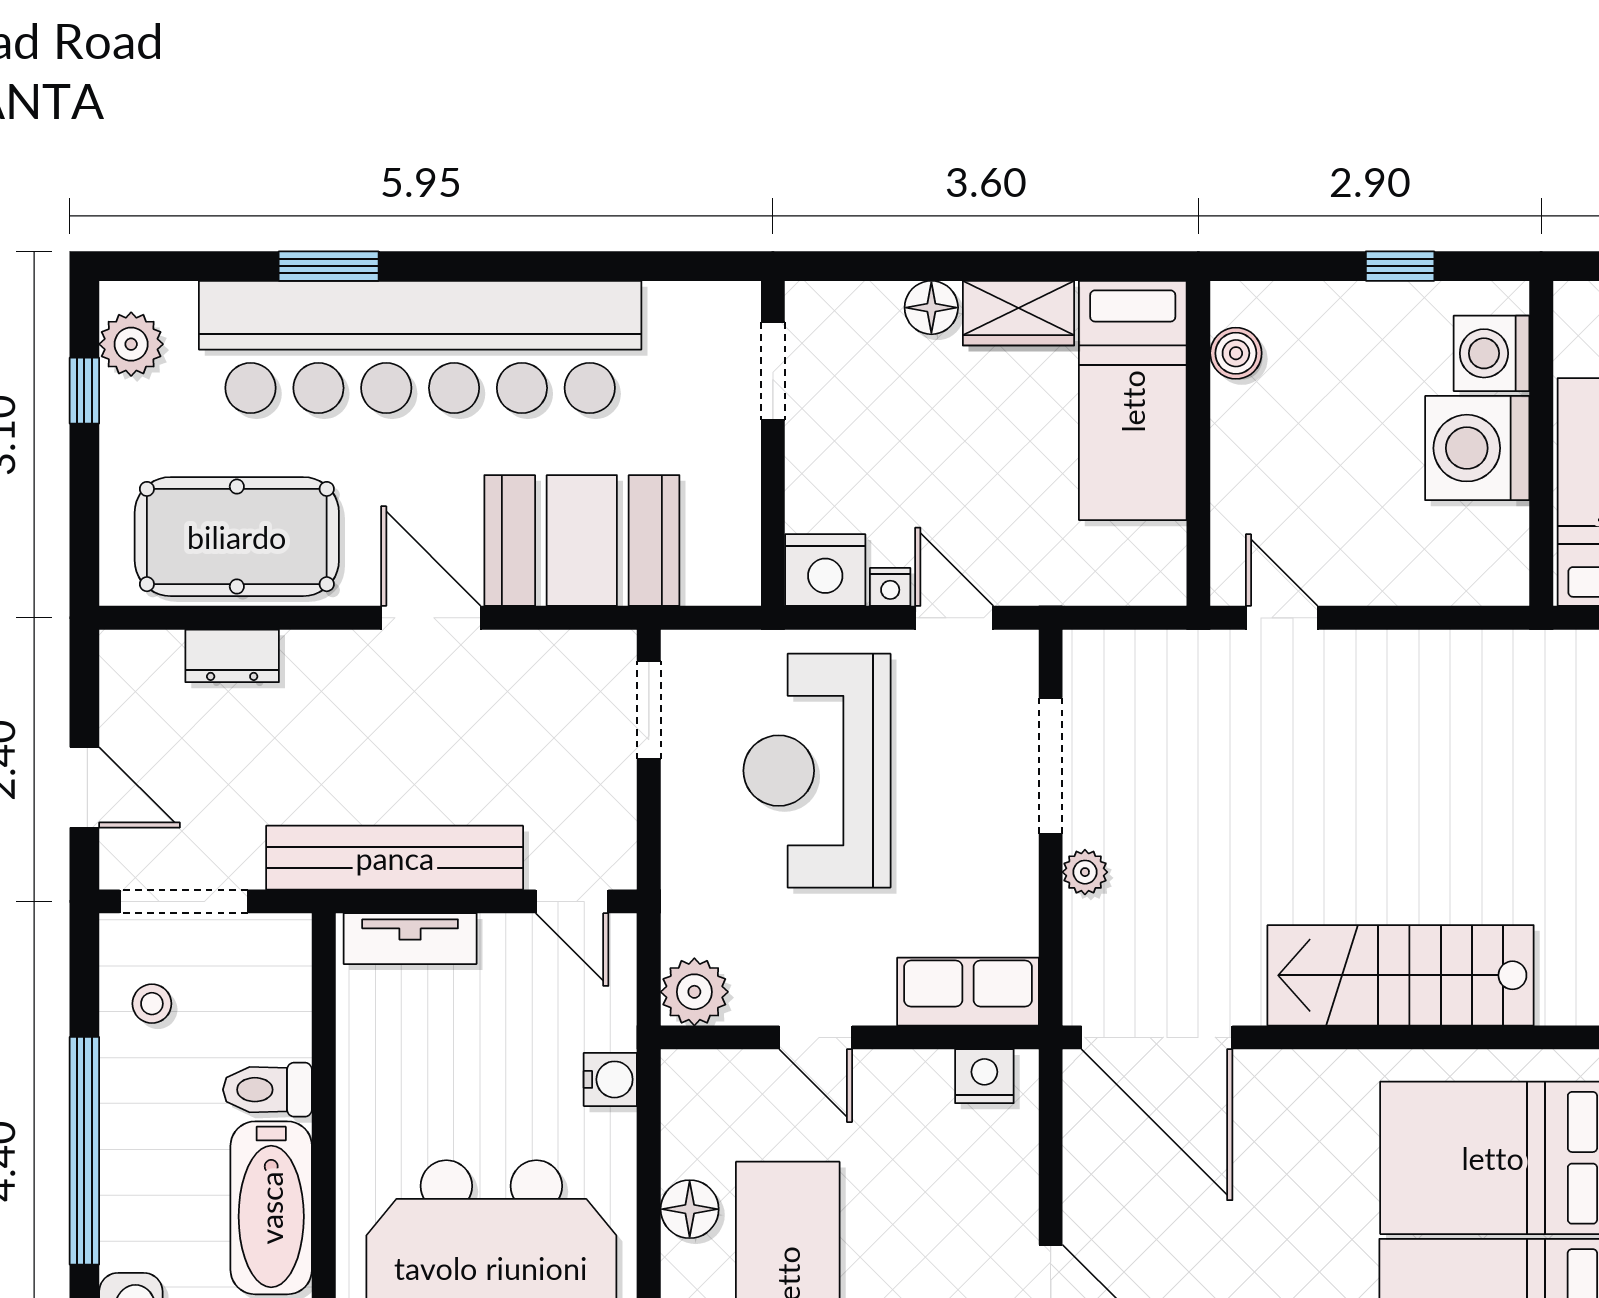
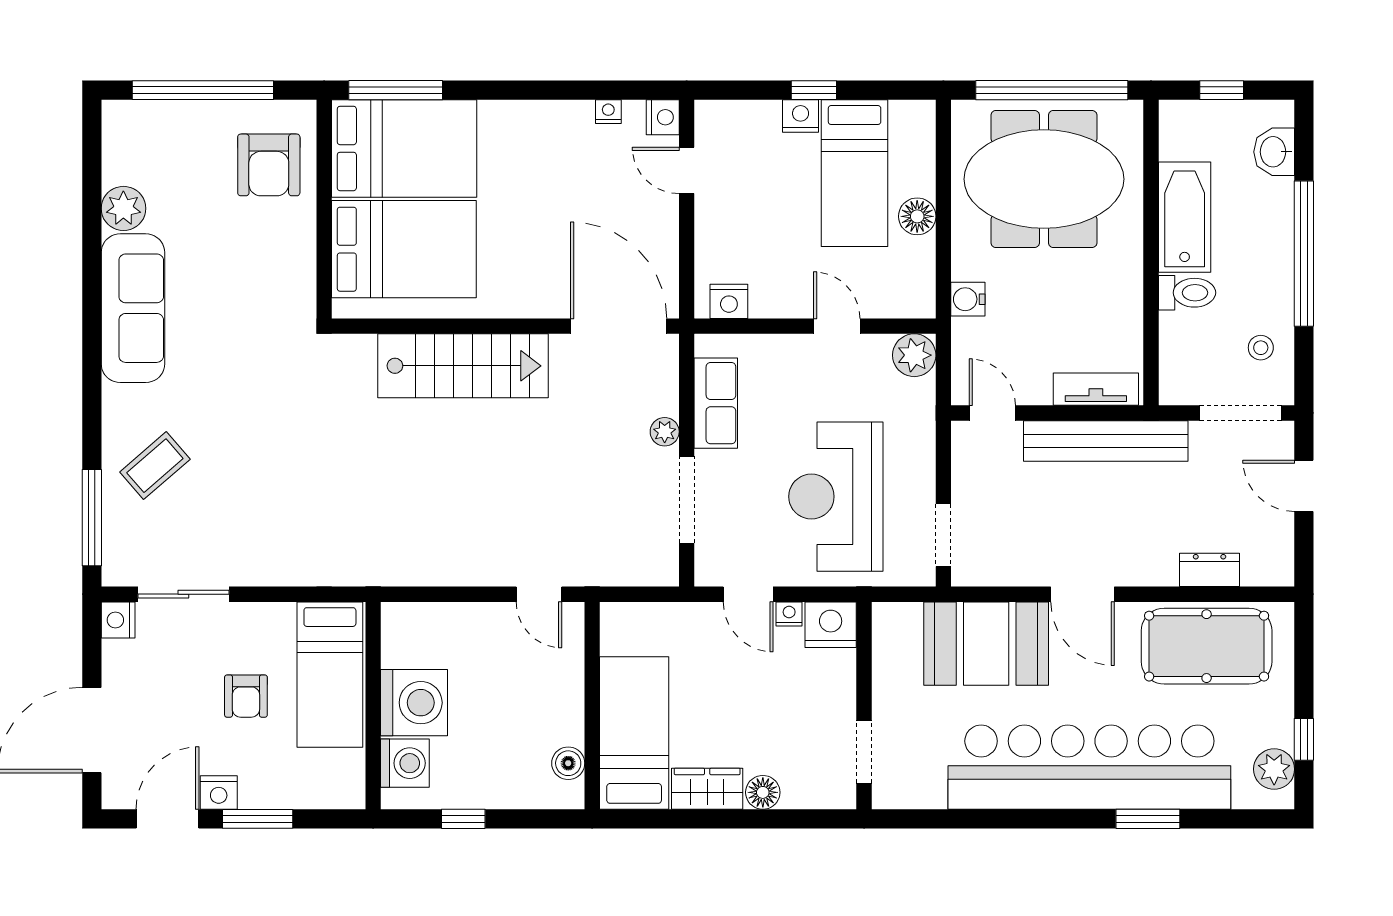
reception desk: (817, 771) -> (836, 497), turned 180
row of seats: (968, 992) -> (716, 403), moved, turned -90

